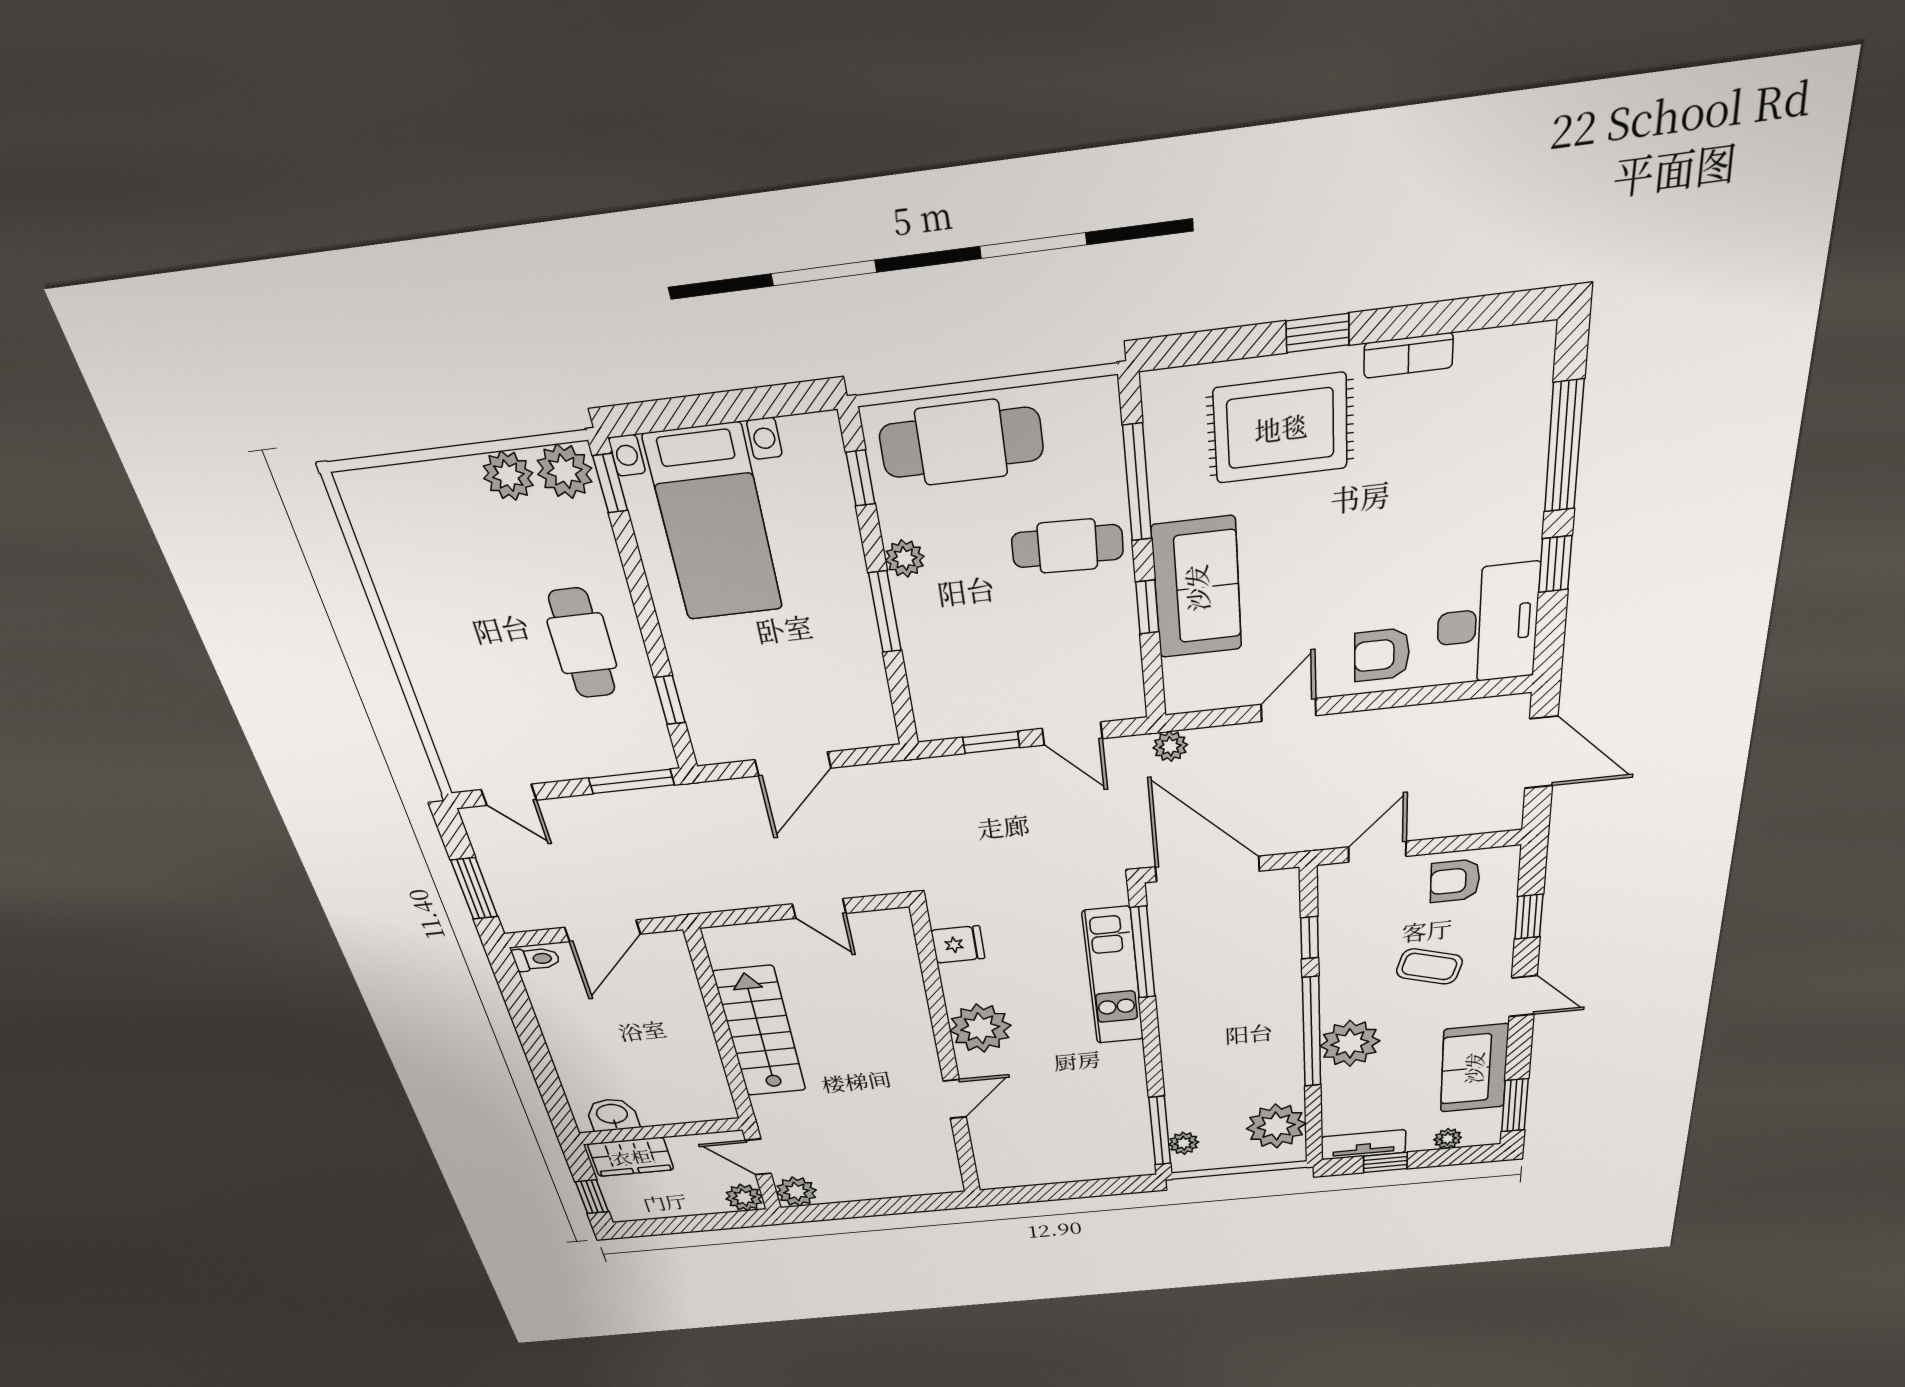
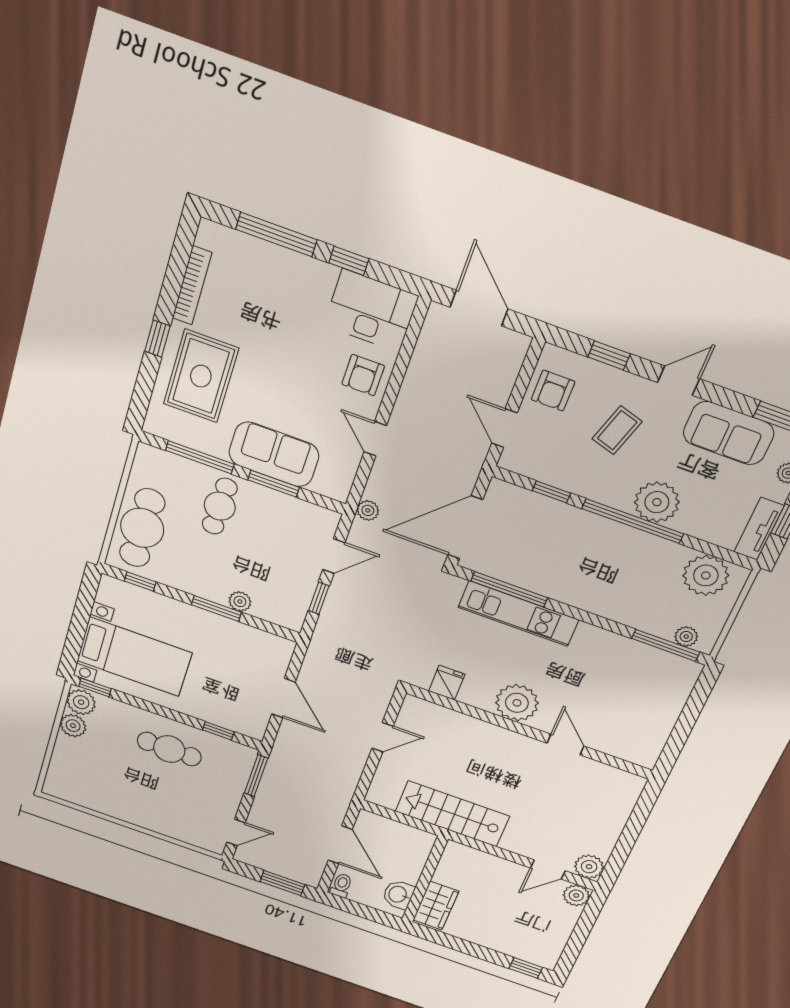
bookcase: (1408, 355) -> (192, 285), width x1.56
plant: (905, 558) -> (240, 601), moved
window: (1147, 607) -> (274, 484), width x1.50
door: (1541, 753) -> (479, 308), hinge flipped
washbasin: (612, 1115) -> (398, 895), moved
wall: (661, 1131) -> (425, 879), moved
wardrobe: (631, 1157) -> (436, 906), moved

